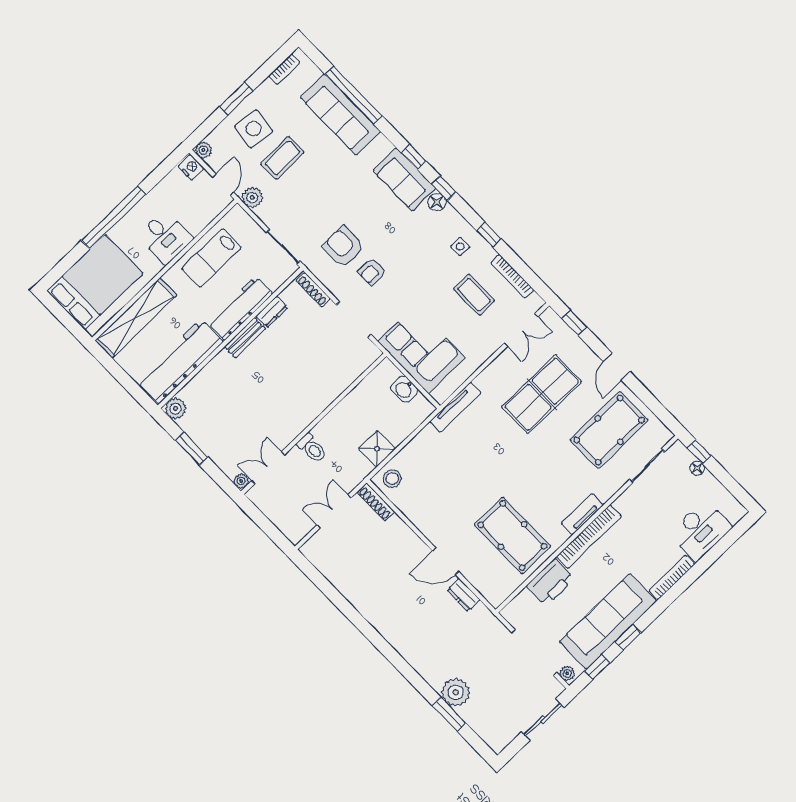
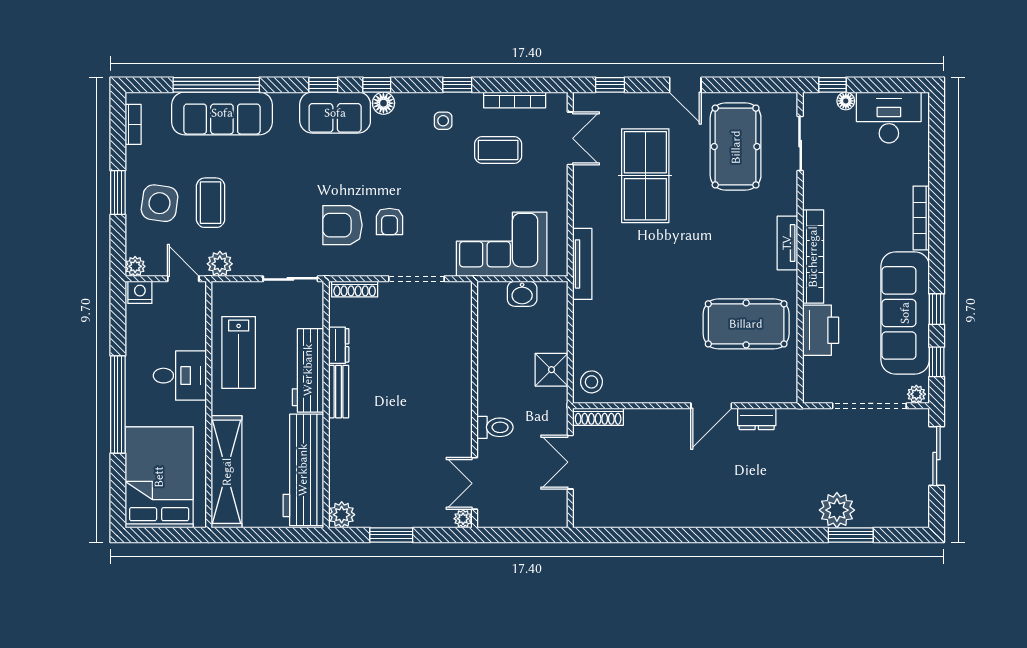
desk: (700, 530) -> (889, 118), moved, turned -90

